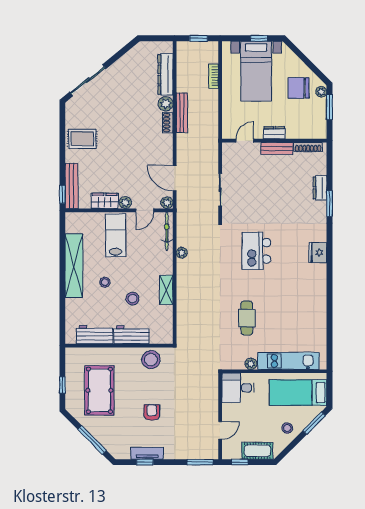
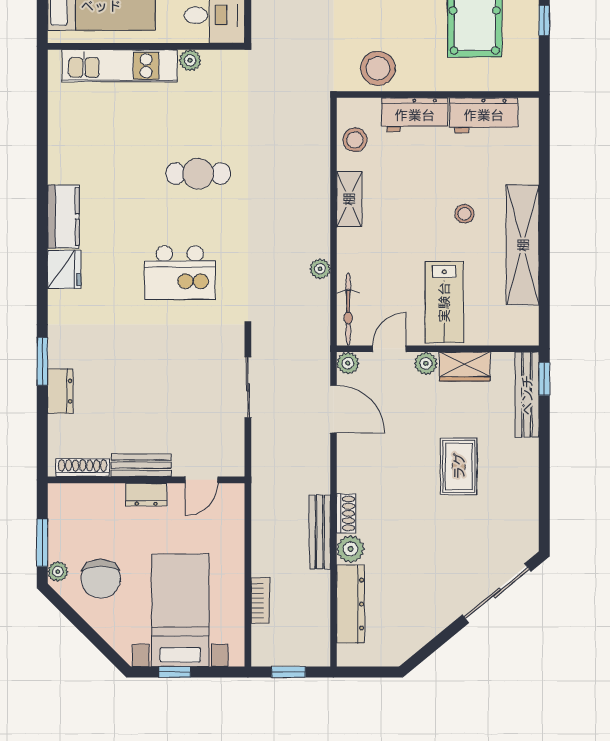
chair: (298, 88) -> (101, 579), turned 90
rug: (82, 139) -> (459, 466), moved, turned 90
kitchen island: (256, 251) -> (180, 273), turned 90
kitchen counter: (318, 281) -> (63, 217), added
stool: (133, 299) -> (355, 140), moved
cafe table: (247, 318) -> (198, 174), moved, turned 90

